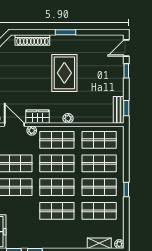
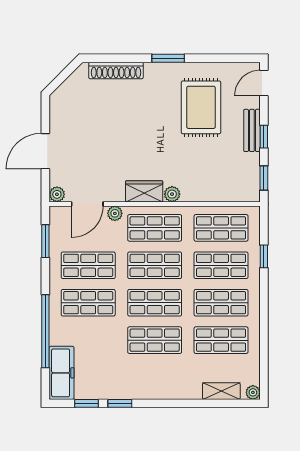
window: (126, 71) -> (264, 137), moved
rug: (64, 73) -> (201, 107), moved
bench: (119, 110) -> (252, 130), moved
wardrobe: (38, 117) -> (144, 191), moved
door: (14, 125) -> (87, 204), swing flipped
window: (126, 190) -> (264, 256), moved

